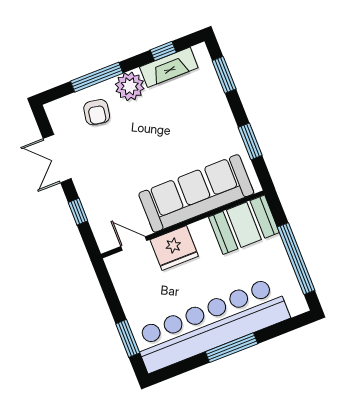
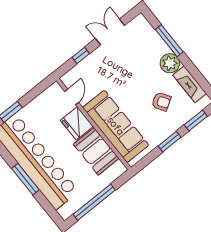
window: (163, 51) -> (199, 77), removed
armchair: (97, 112) -> (161, 102), moved, turned -132
window: (250, 141) -> (170, 142), moved
booth: (244, 225) -> (96, 151), moved

